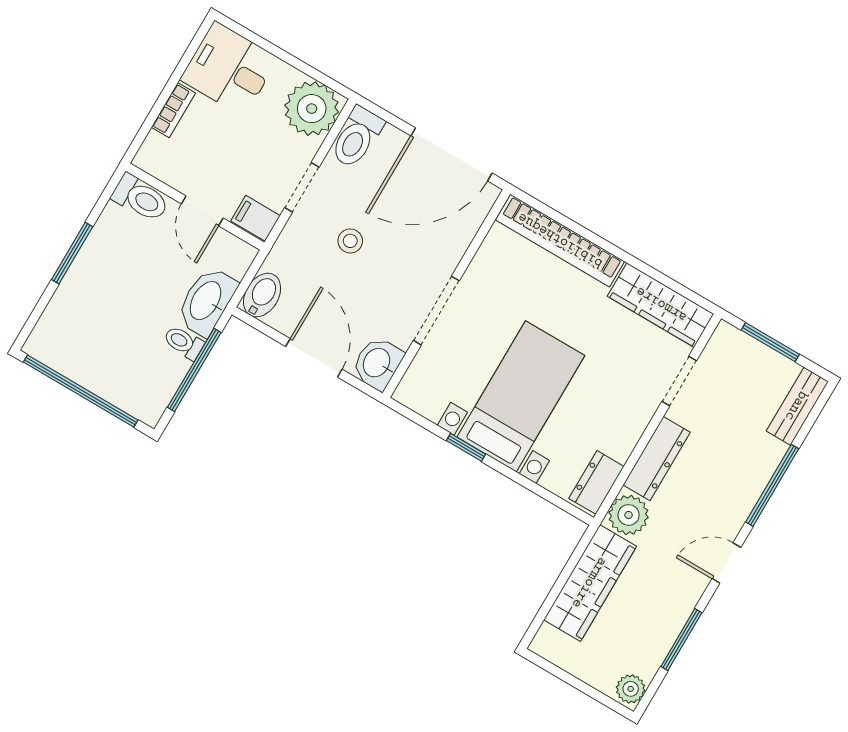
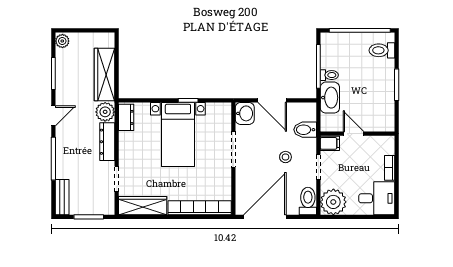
toilet: (140, 198) -> (382, 50), moved
bidet: (262, 295) -> (305, 130), moved, turned 90

